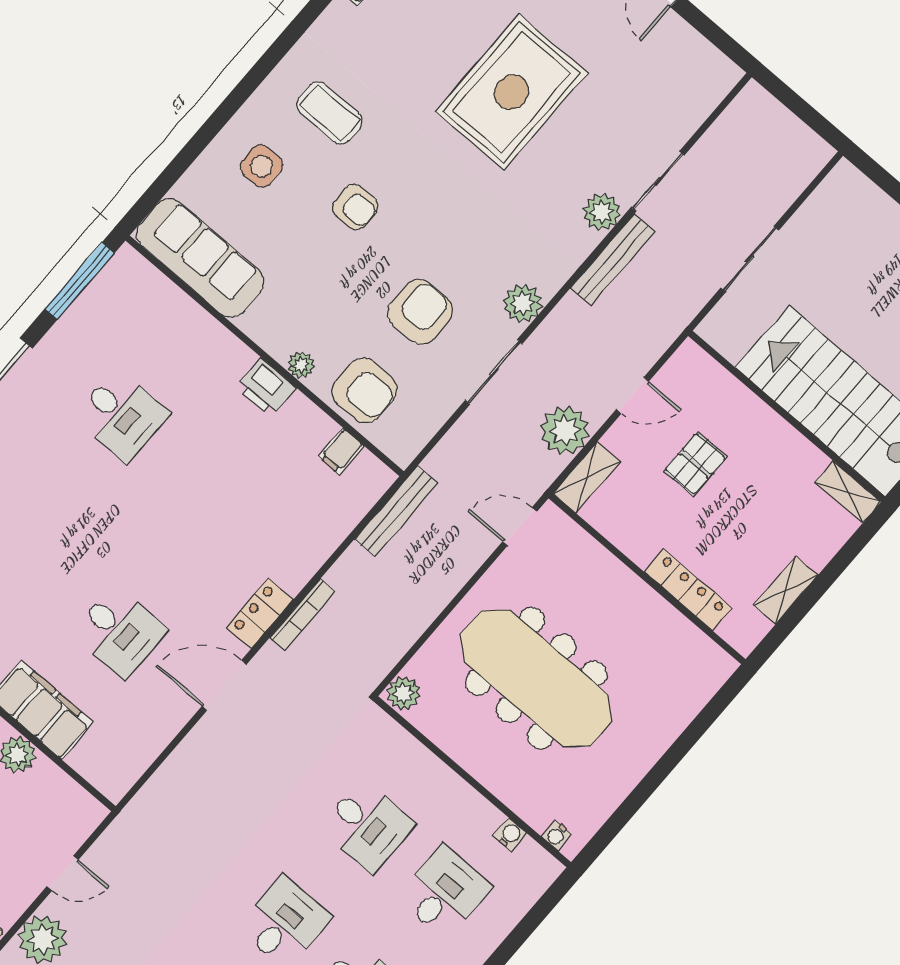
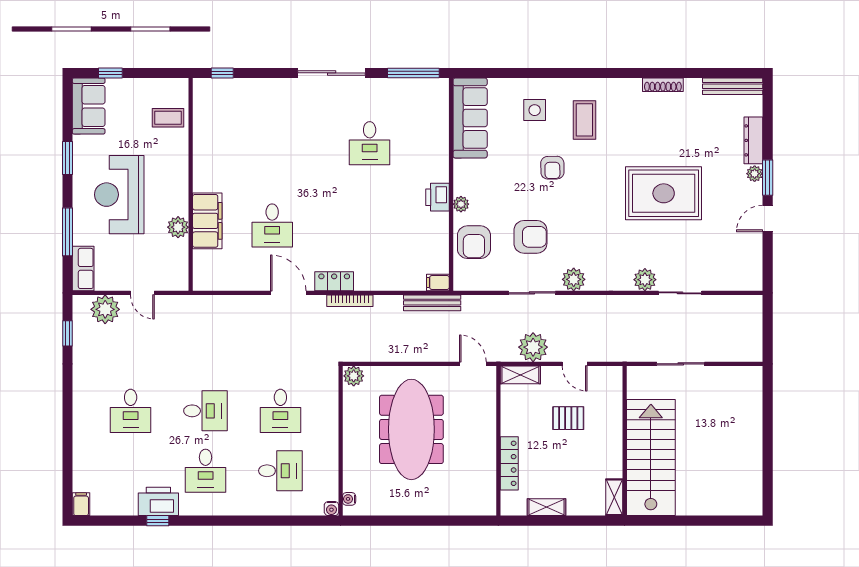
bench: (613, 260) -> (628, 303), removed
filing cabinet: (341, 451) -> (438, 283), moved
water cooler: (510, 835) -> (331, 509), moved, turned 90

